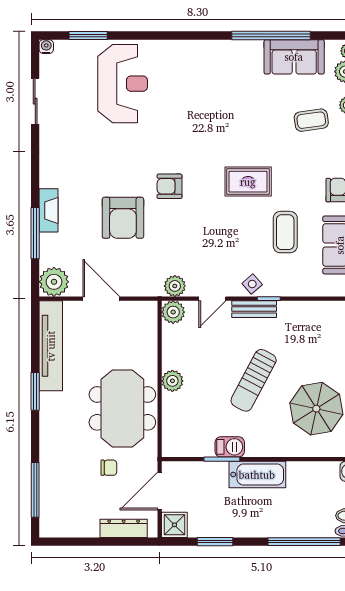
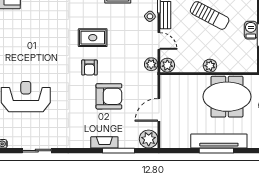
rug: (248, 182) -> (93, 38), moved, turned 90
tv unit: (51, 346) -> (219, 141), moved
window: (35, 391) -> (216, 151), width x1.44

